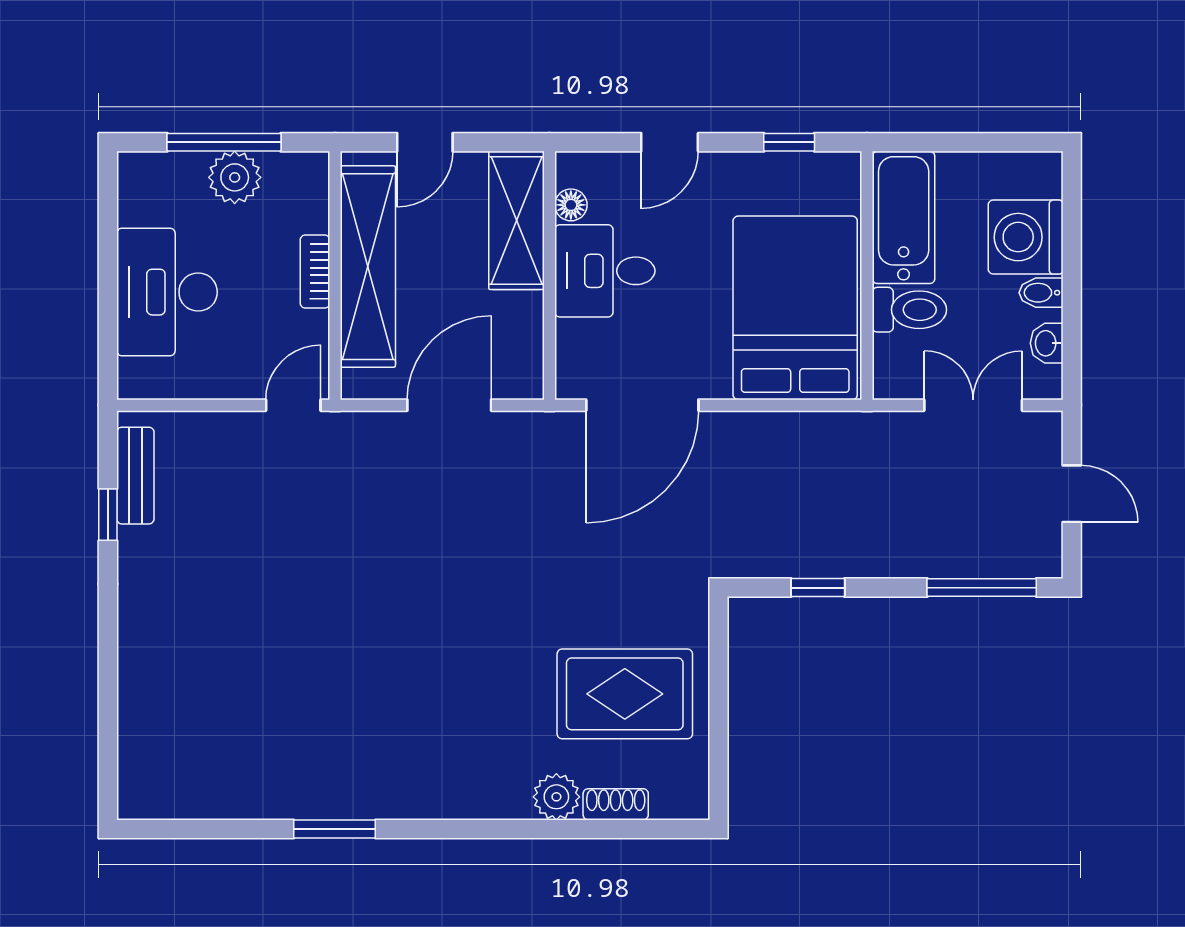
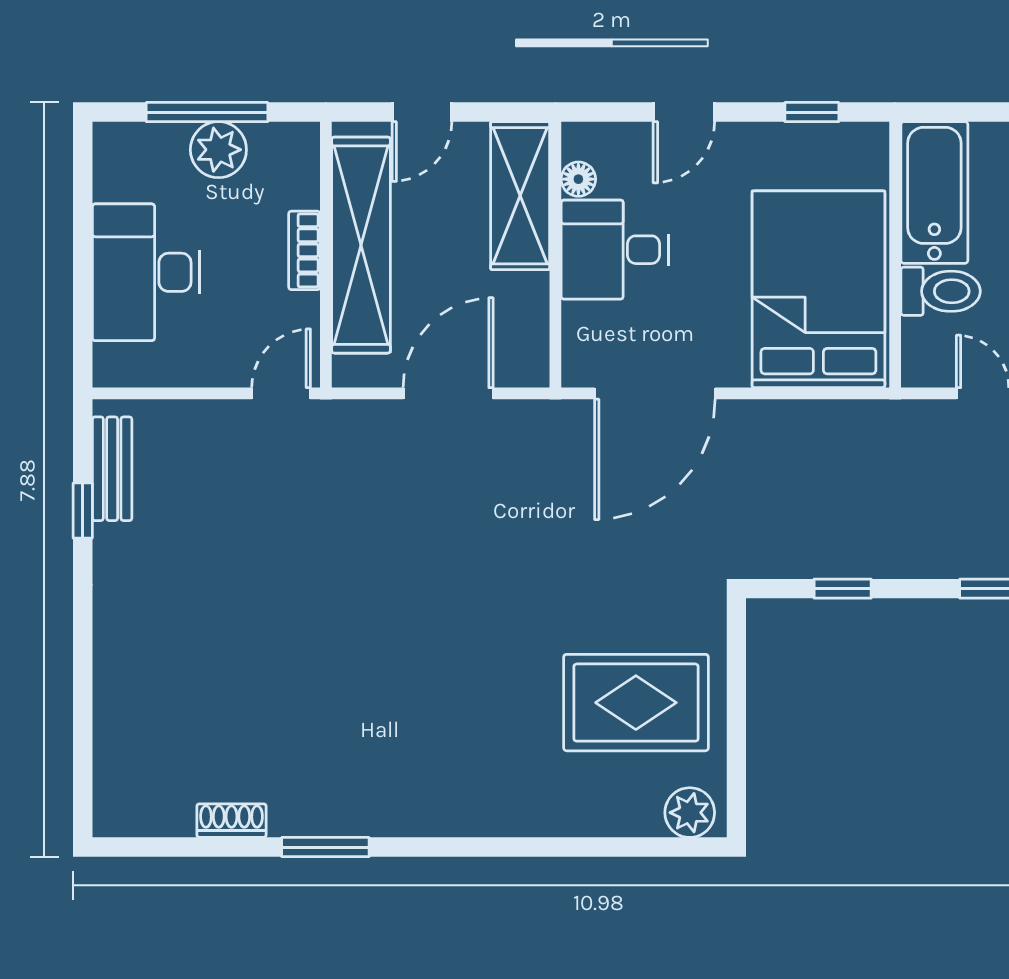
plant: (556, 797) -> (690, 813), moved
shoe rack: (616, 804) -> (231, 821), moved

